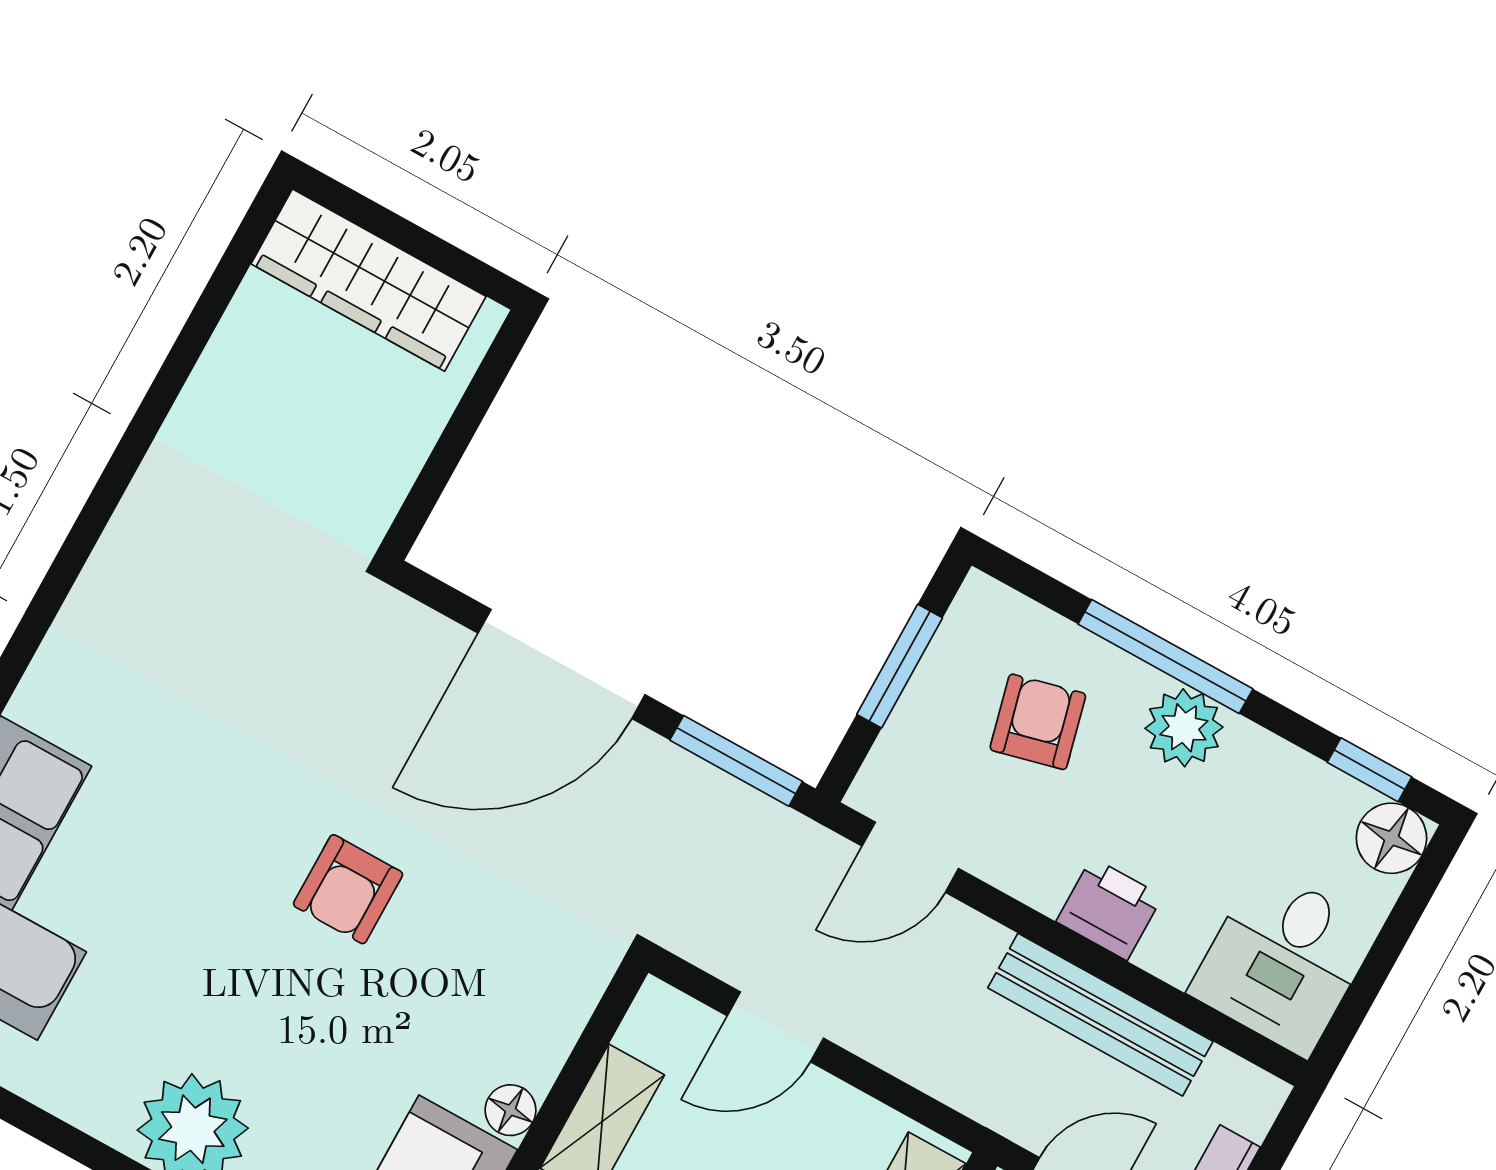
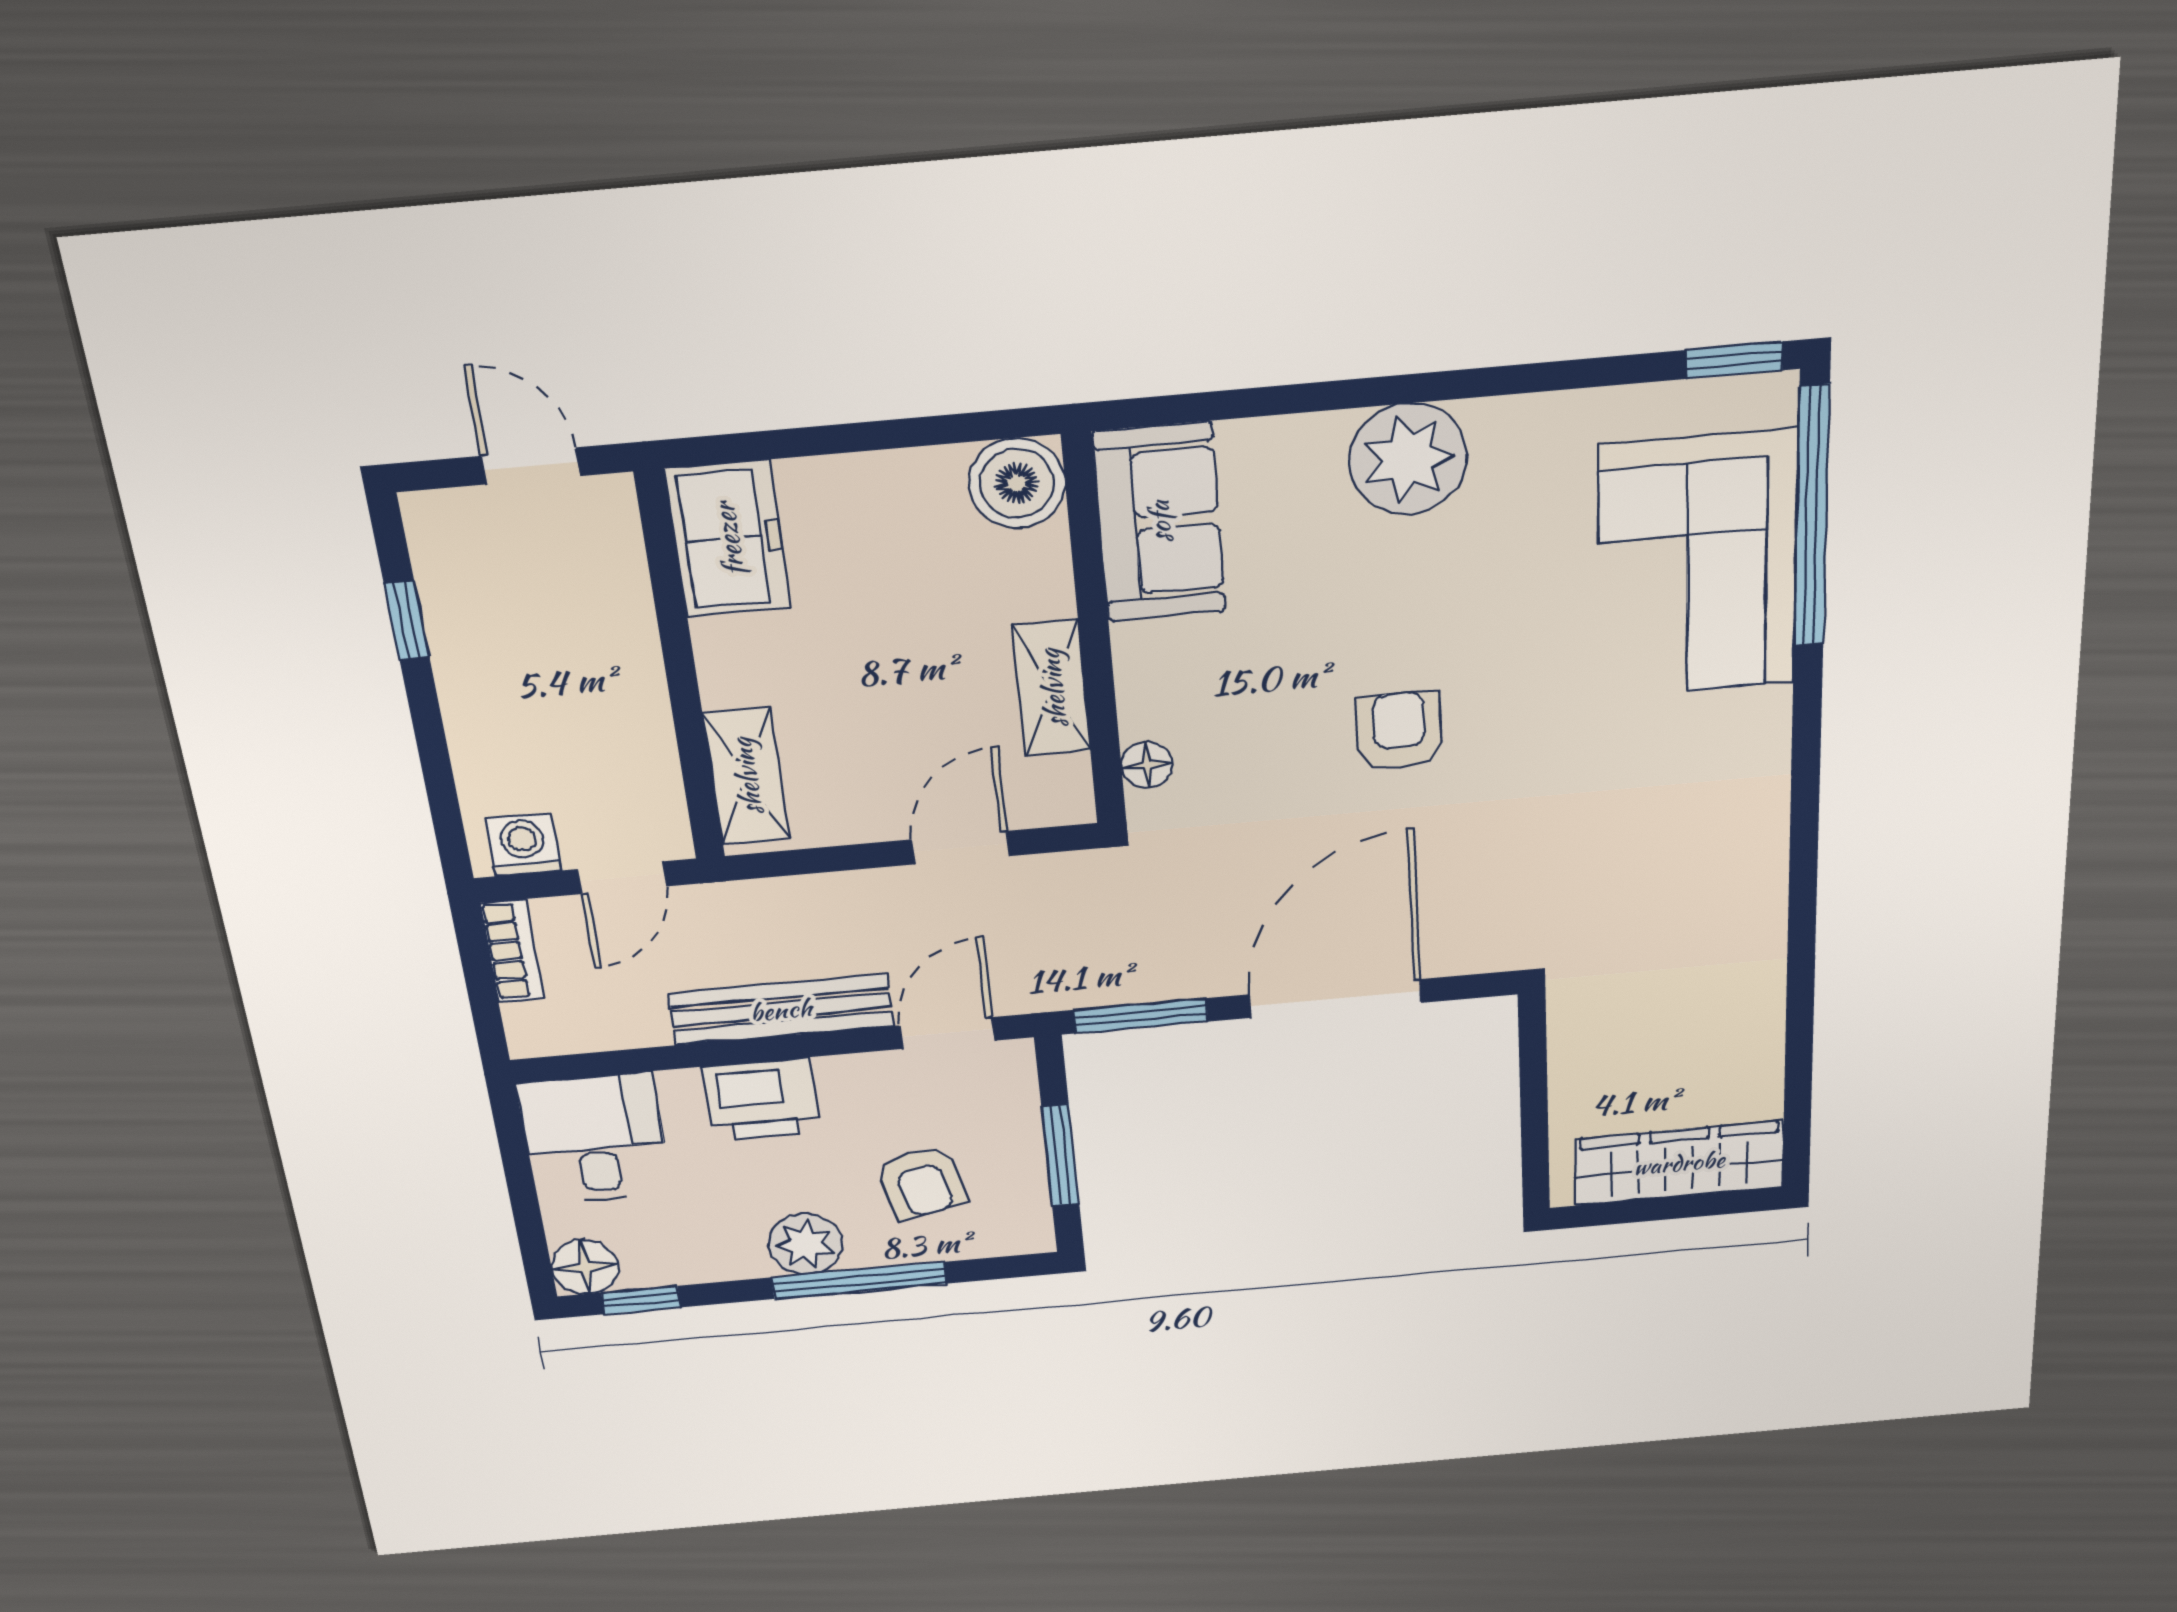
printer: (1109, 909) -> (761, 1100), width x1.36, depth x1.24
bench: (1100, 1015) -> (781, 1010), moved
floor lamp: (510, 1110) -> (1147, 765), moved

